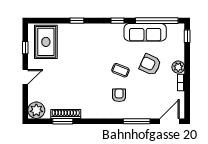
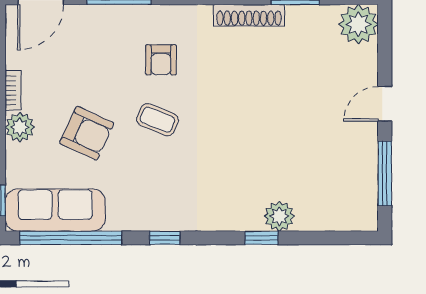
plant: (69, 30) -> (279, 216), added
sofa: (145, 32) -> (55, 210), moved
rug: (46, 42) -> (336, 187), removed
window: (25, 48) -> (385, 173), width x2.17
shoe rack: (66, 114) -> (249, 15), moved

